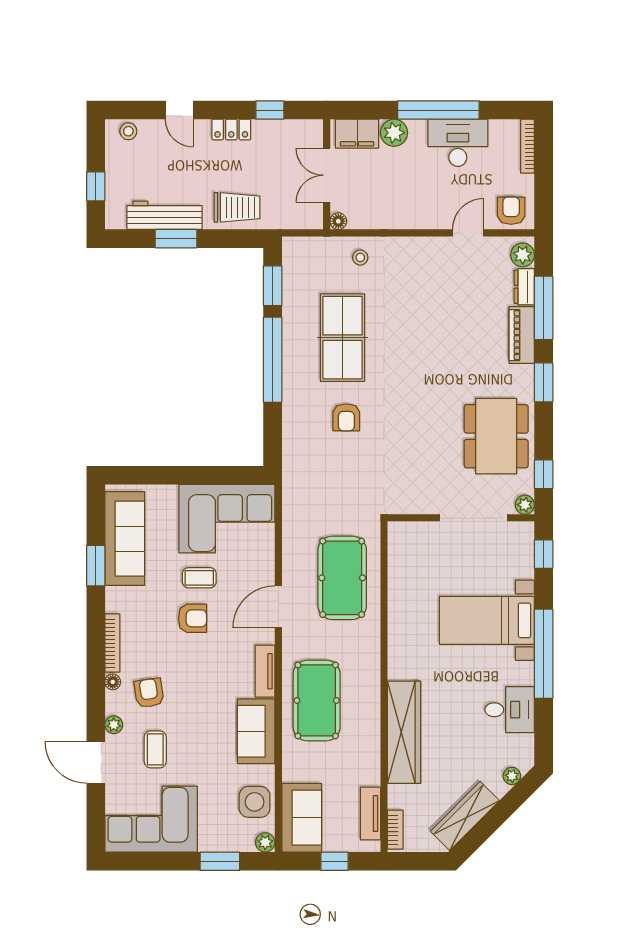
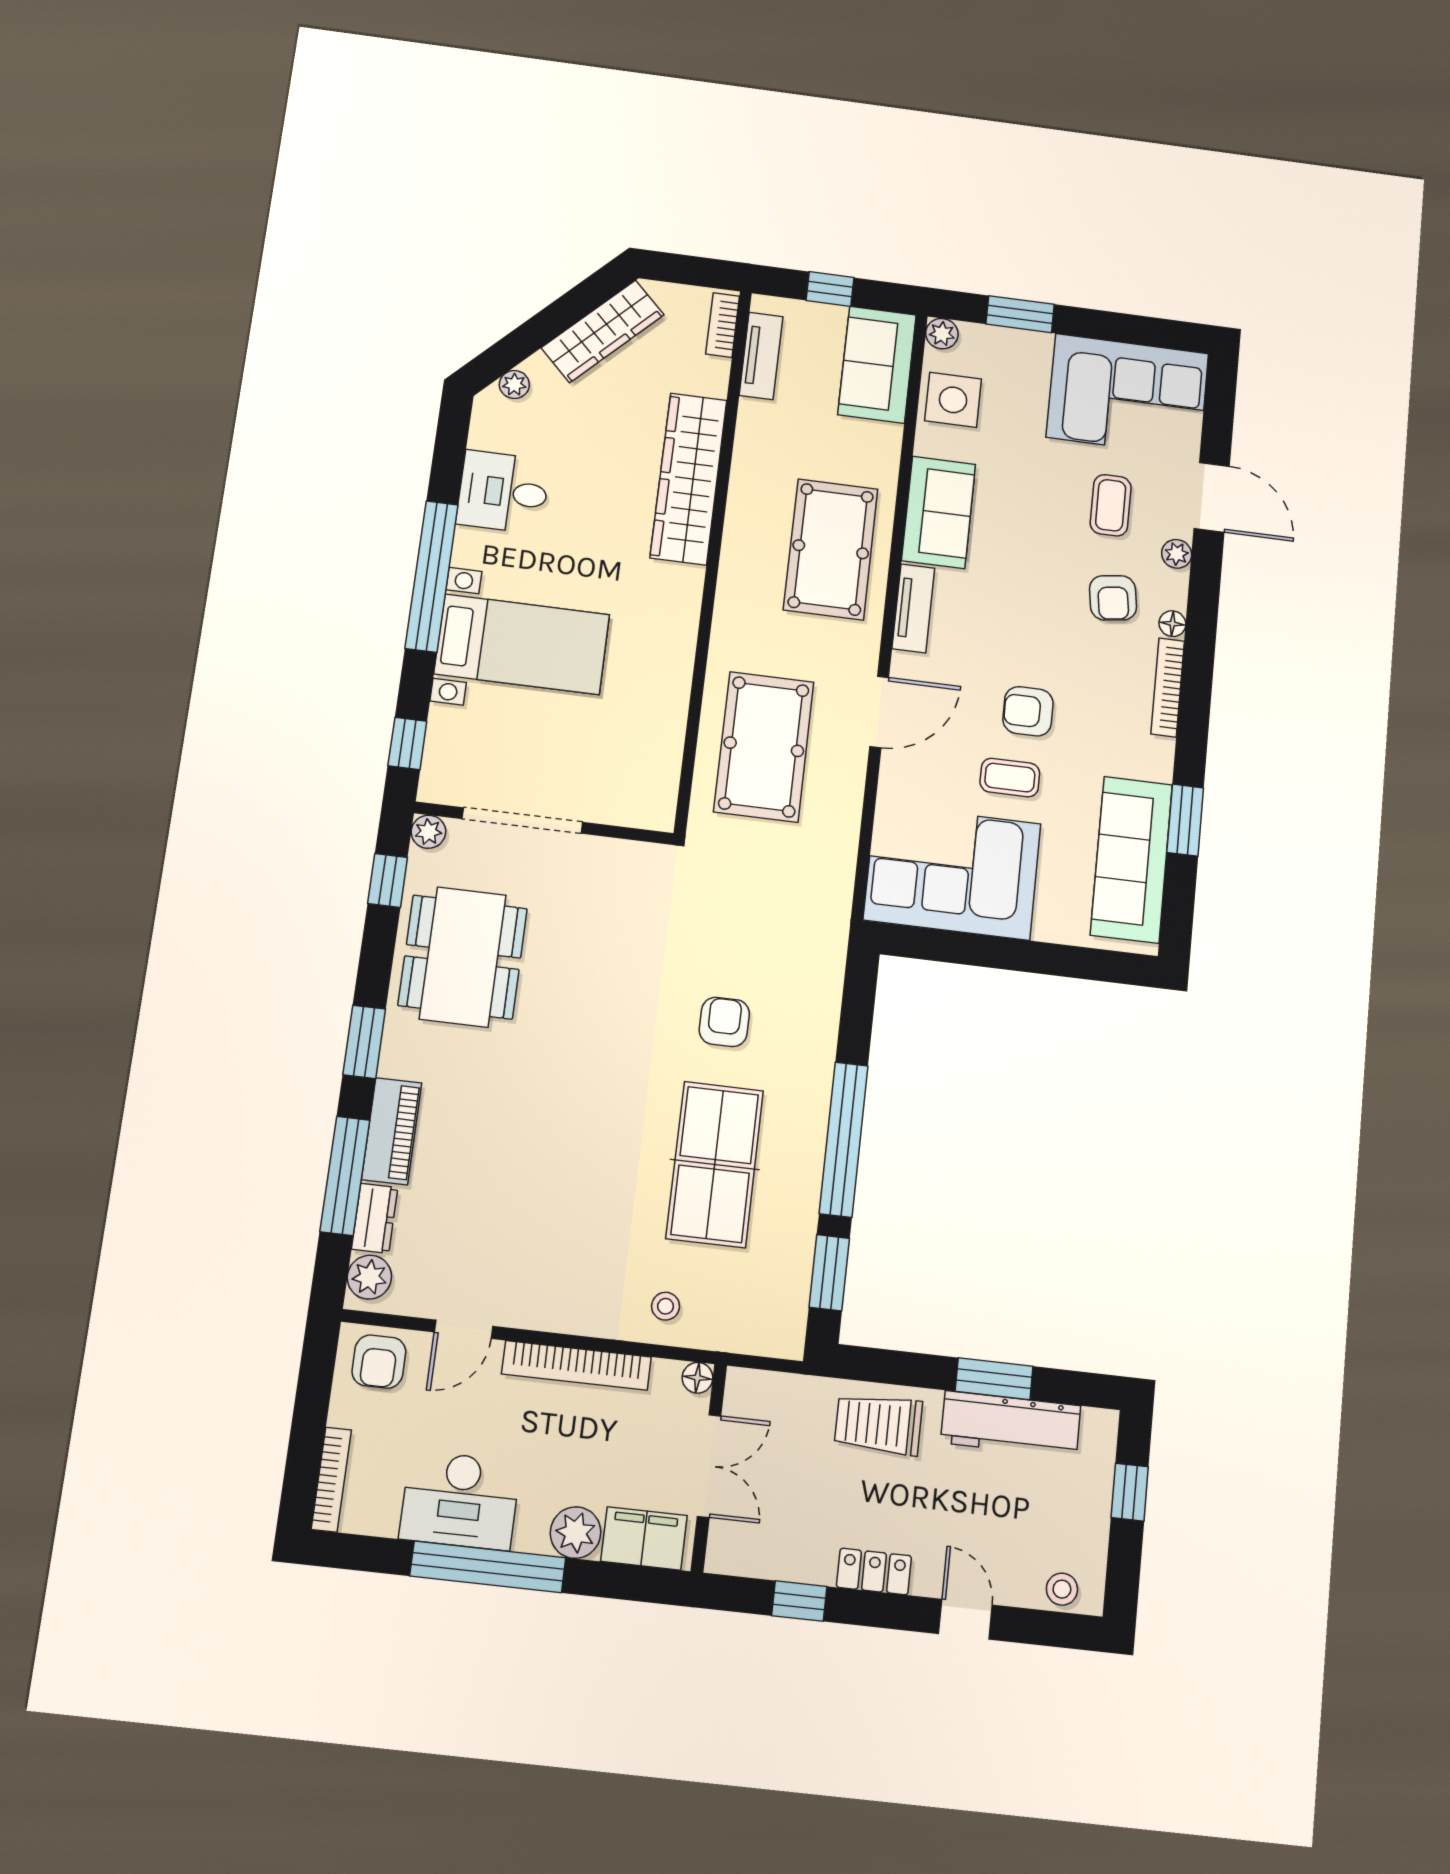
bookcase: (405, 220) -> (576, 1365), added

